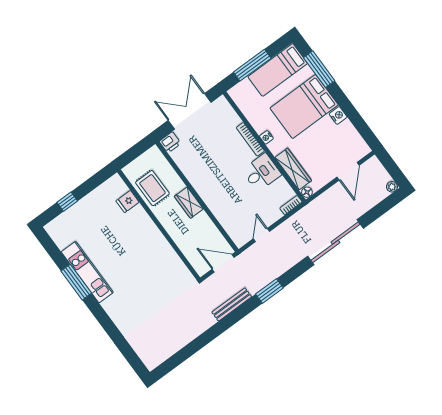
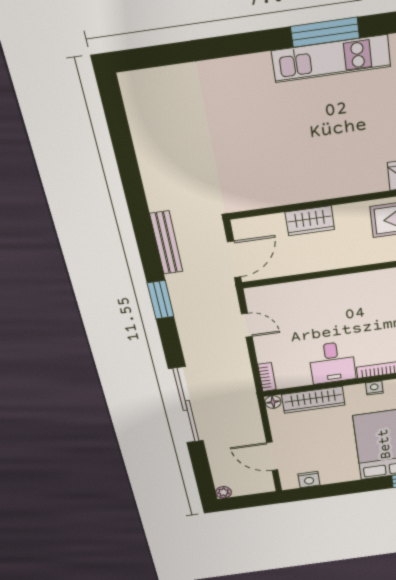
nightstand: (338, 115) -> (309, 480), moved
wardrobe: (189, 203) -> (310, 221), moved, turned 180

